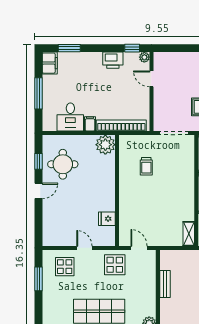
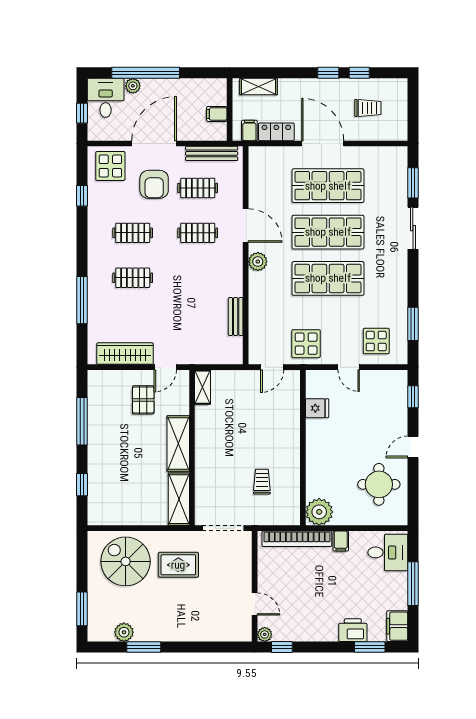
printer: (113, 60) -> (353, 630), moved
desk: (70, 117) -> (388, 552), moved, turned 90
window: (38, 161) -> (413, 397), moved
door: (139, 248) -> (272, 367), hinge flipped

